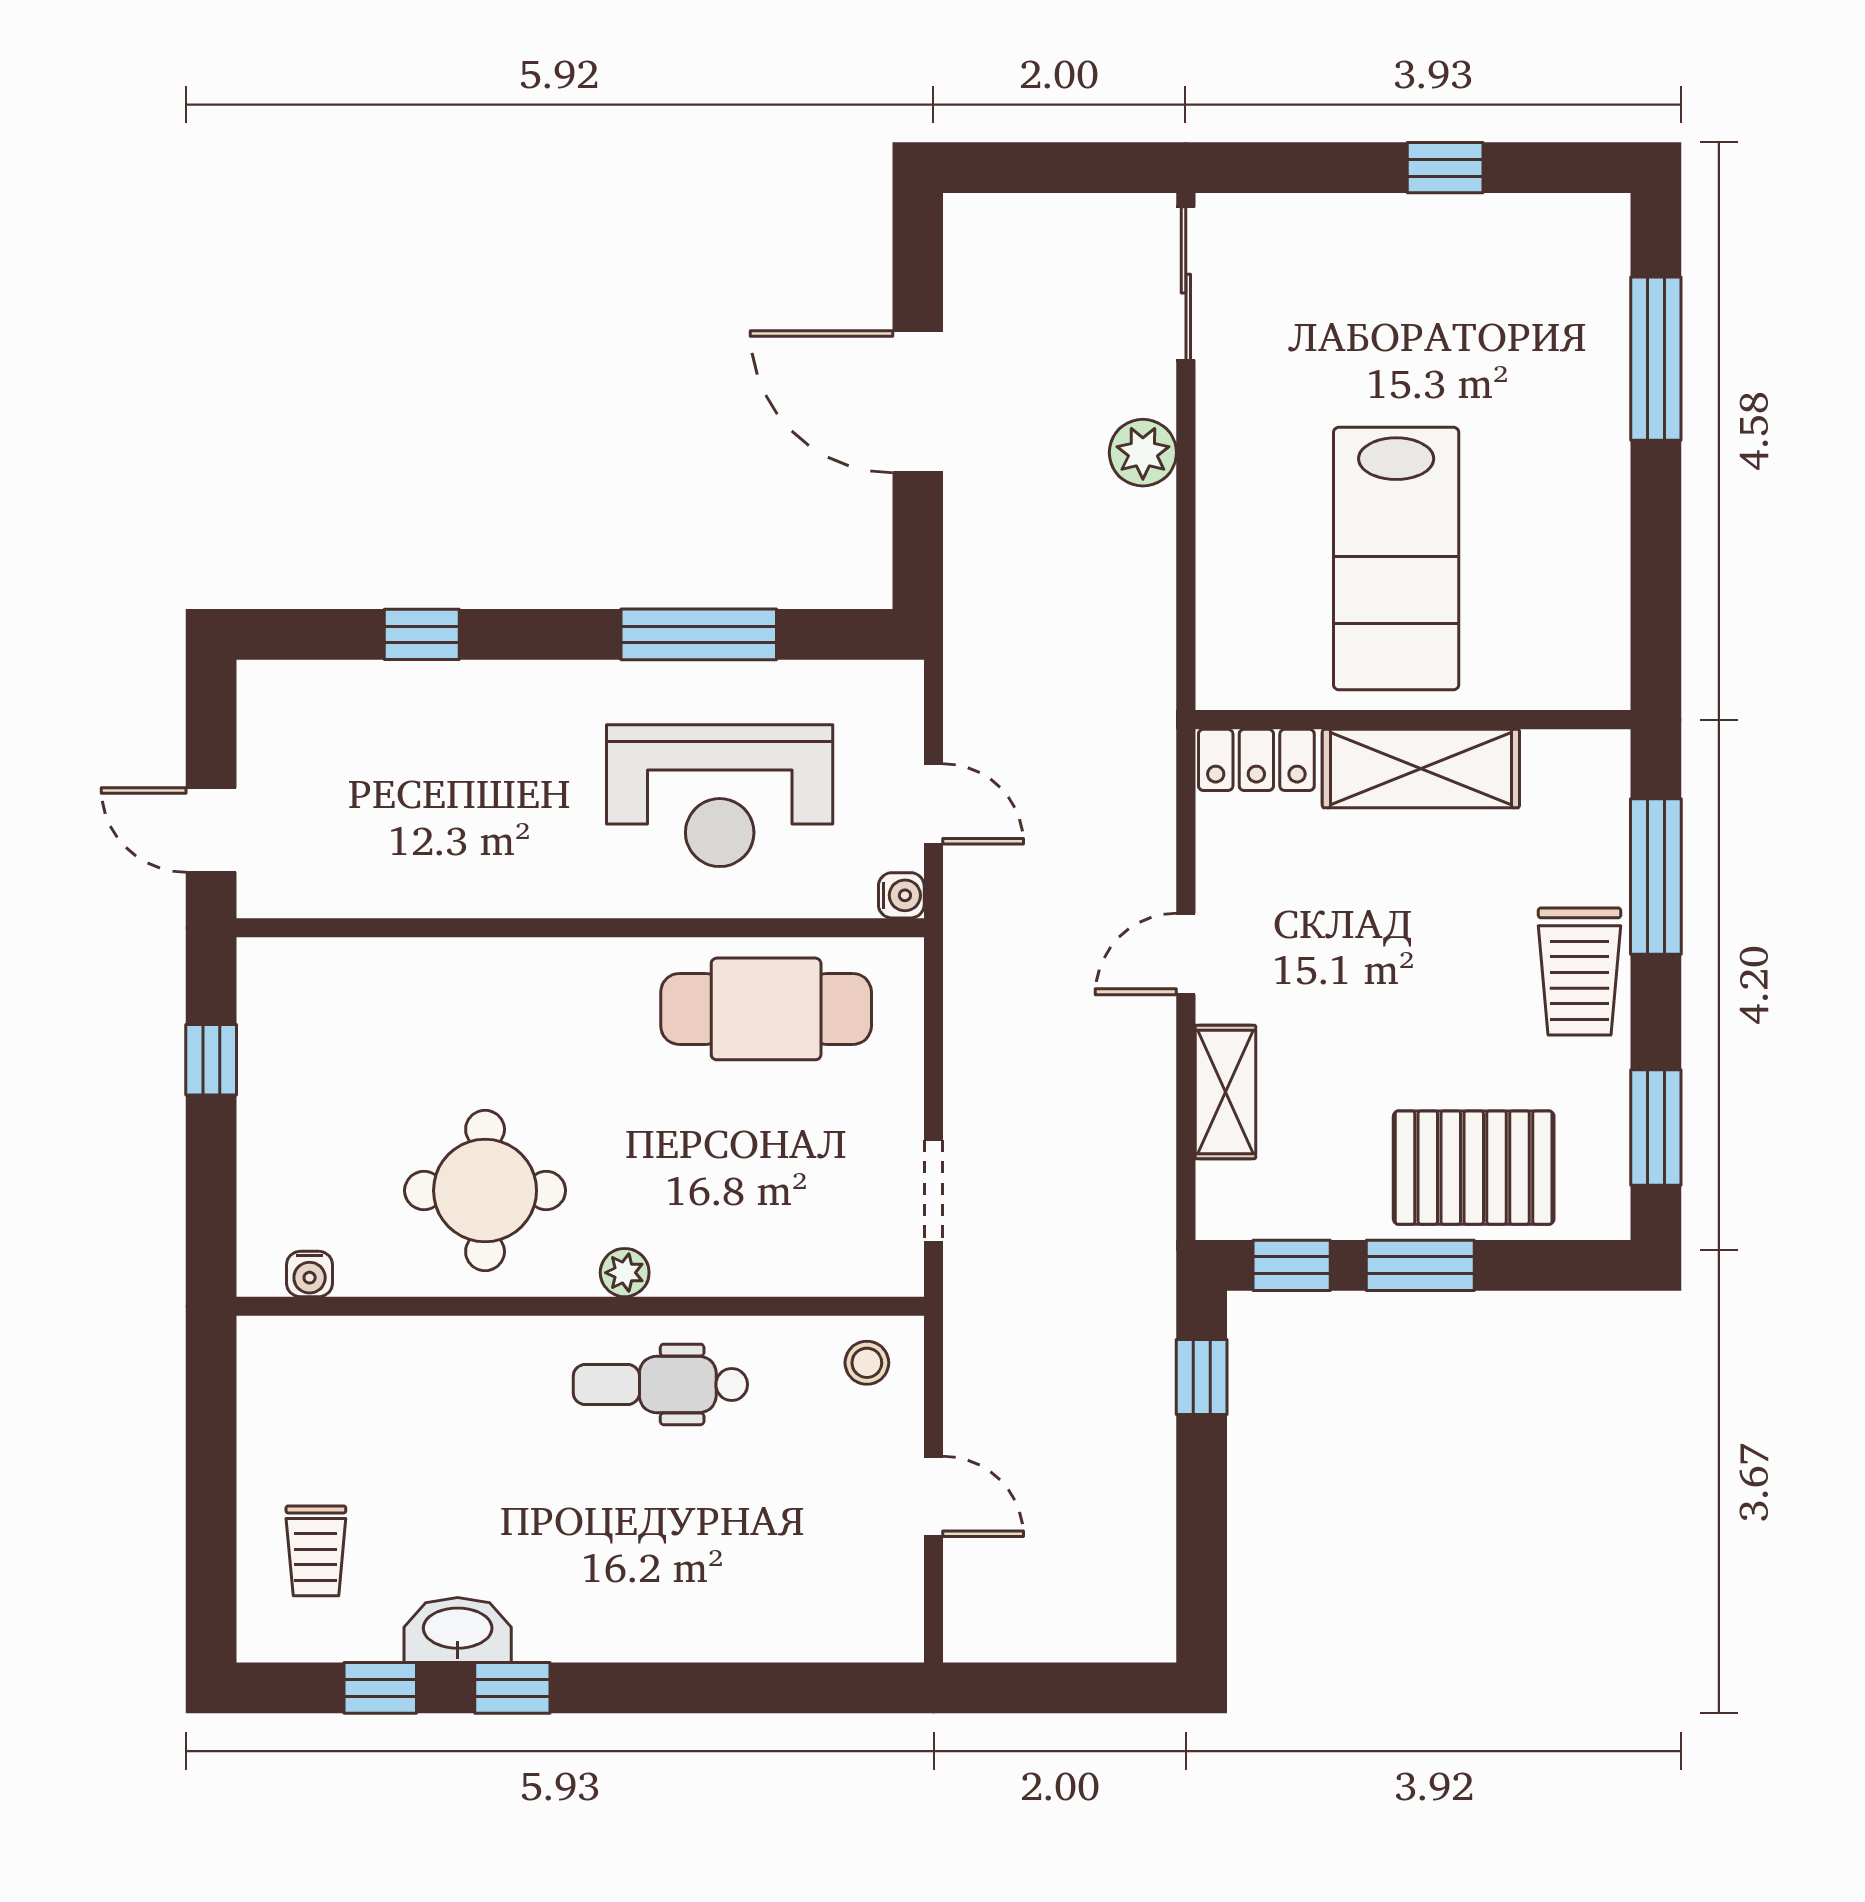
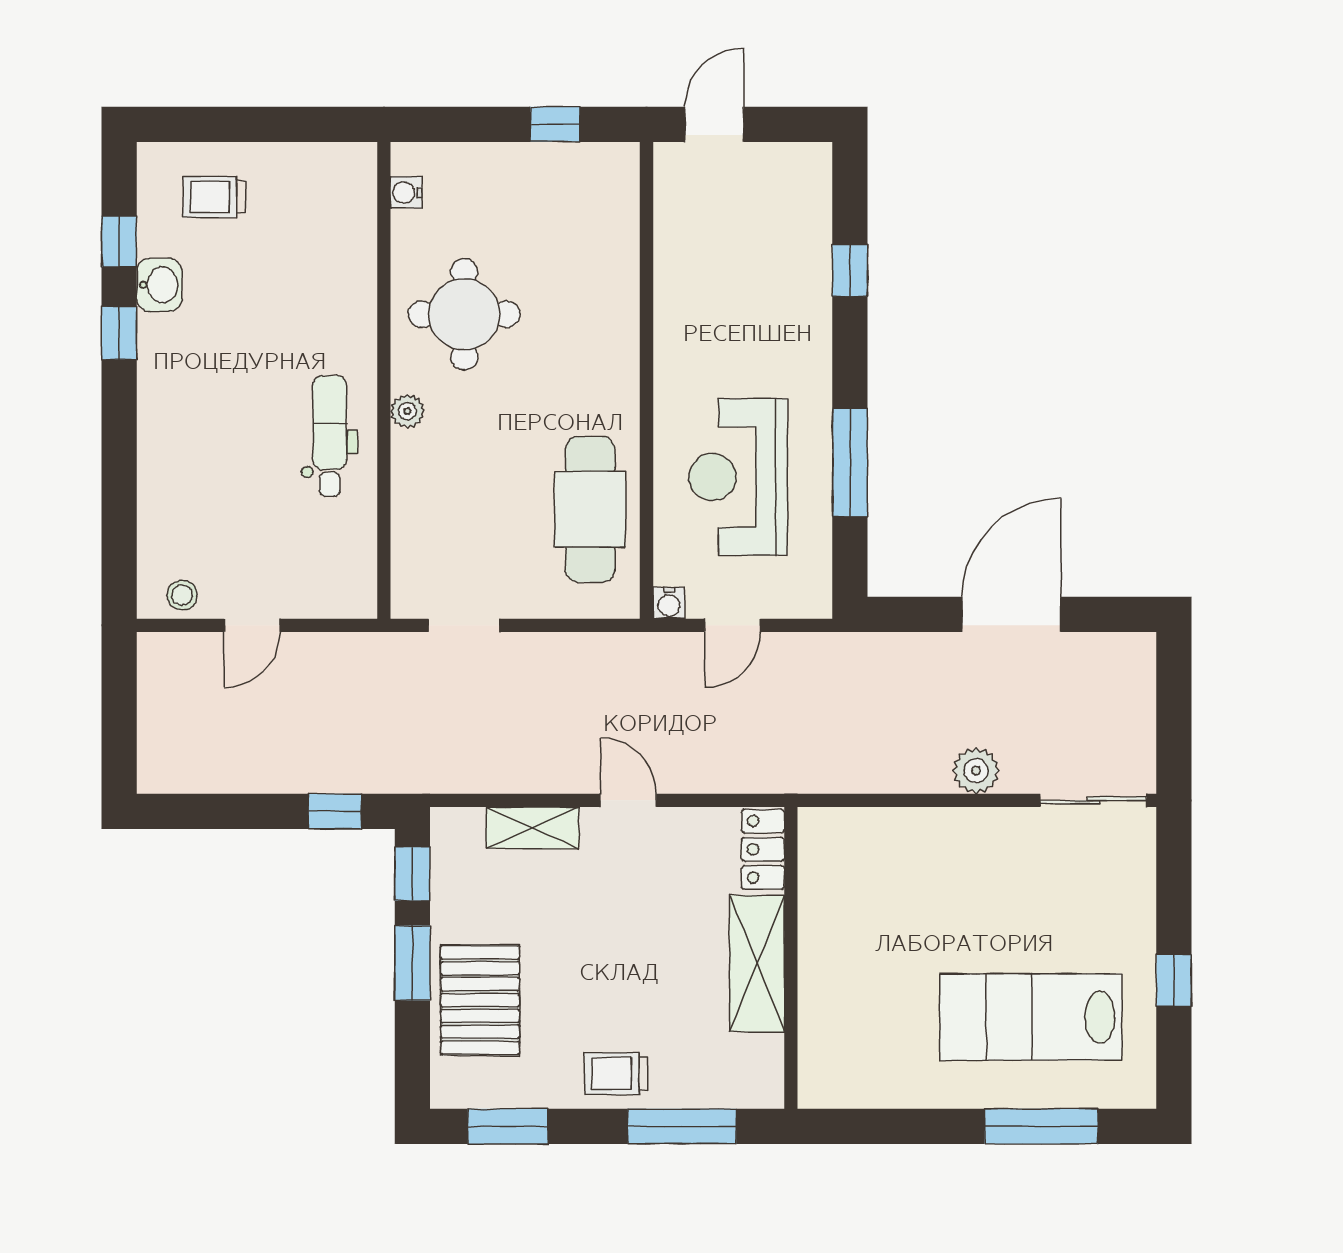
lab bench: (1396, 559) -> (1031, 1017), moved
trolley: (1580, 971) -> (616, 1073), width x0.73, depth x0.72
stool: (867, 1363) -> (182, 595), moved
washbasin: (458, 1630) -> (159, 285), width x0.72

